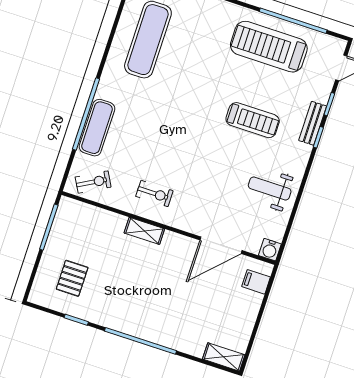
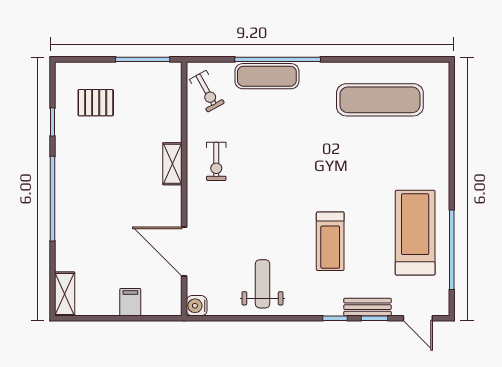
bench: (313, 123) -> (368, 307), moved
filing cabinet: (256, 282) -> (130, 302), moved

